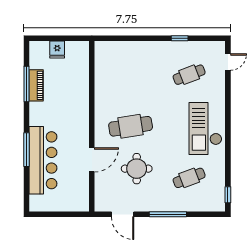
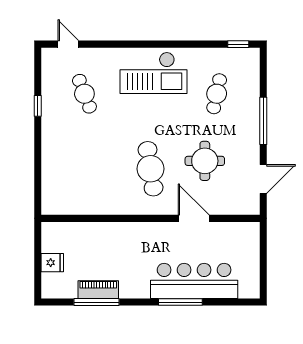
cafe table: (189, 178) -> (217, 94), turned 33

